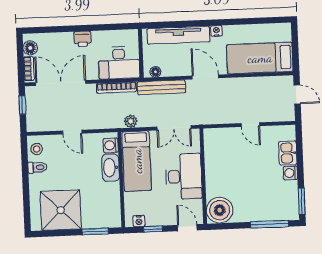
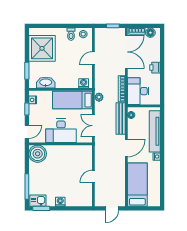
kitchen sink: (288, 153) -> (38, 201), moved
washbasin: (111, 168) -> (46, 83), moved

